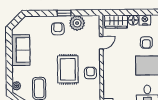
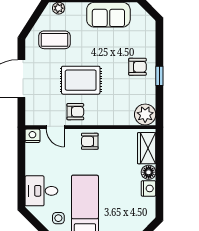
plant: (77, 23) -> (145, 114), moved
armchair: (146, 42) -> (90, 141), moved
door: (101, 43) -> (55, 127), moved

